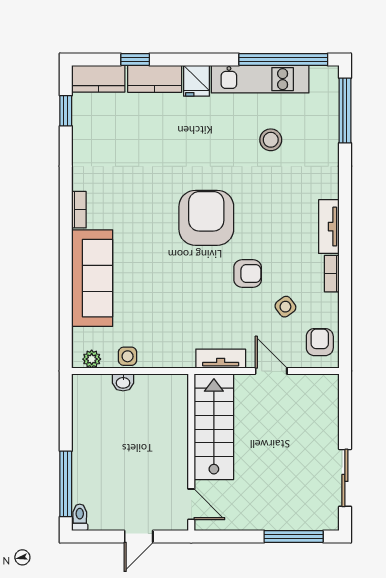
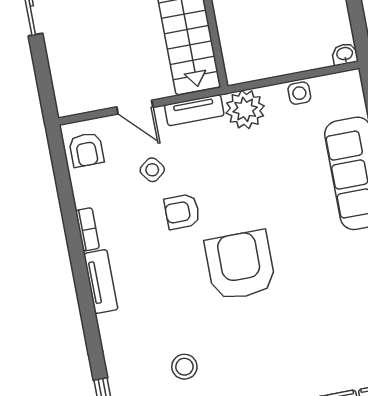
armchair: (206, 218) -> (240, 265), turned 180
side table: (285, 307) -> (152, 170), moved
plant: (92, 359) -> (245, 109), moved, width x1.88, depth x1.88
washbasin: (123, 382) -> (345, 54), moved

